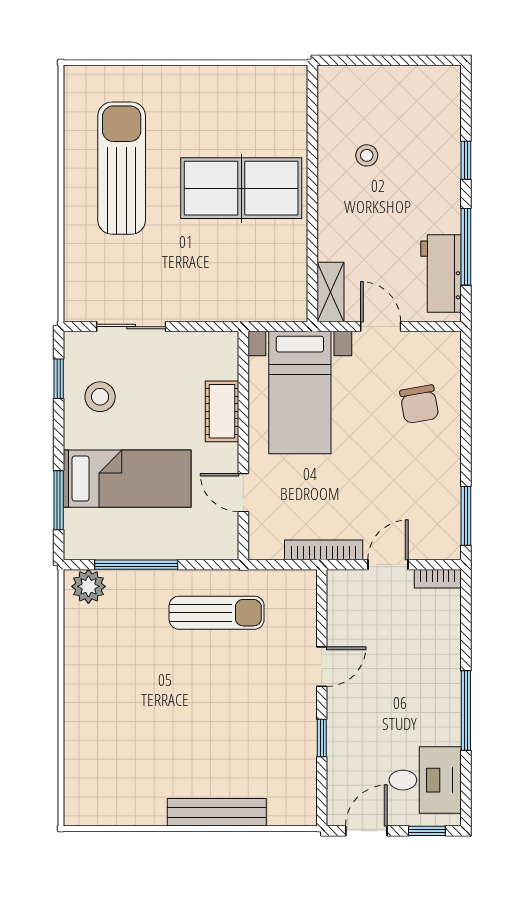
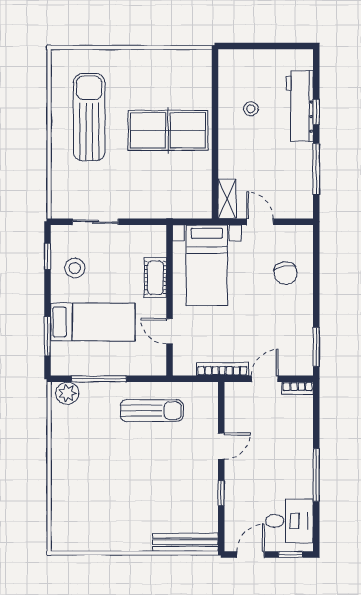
workbench: (441, 274) -> (300, 106), moved, width x1.37
bench: (217, 812) -> (185, 542), moved

